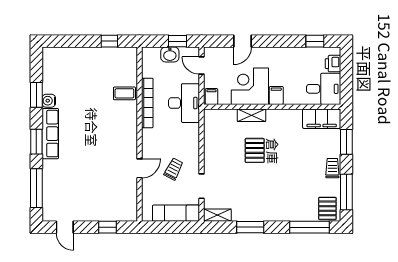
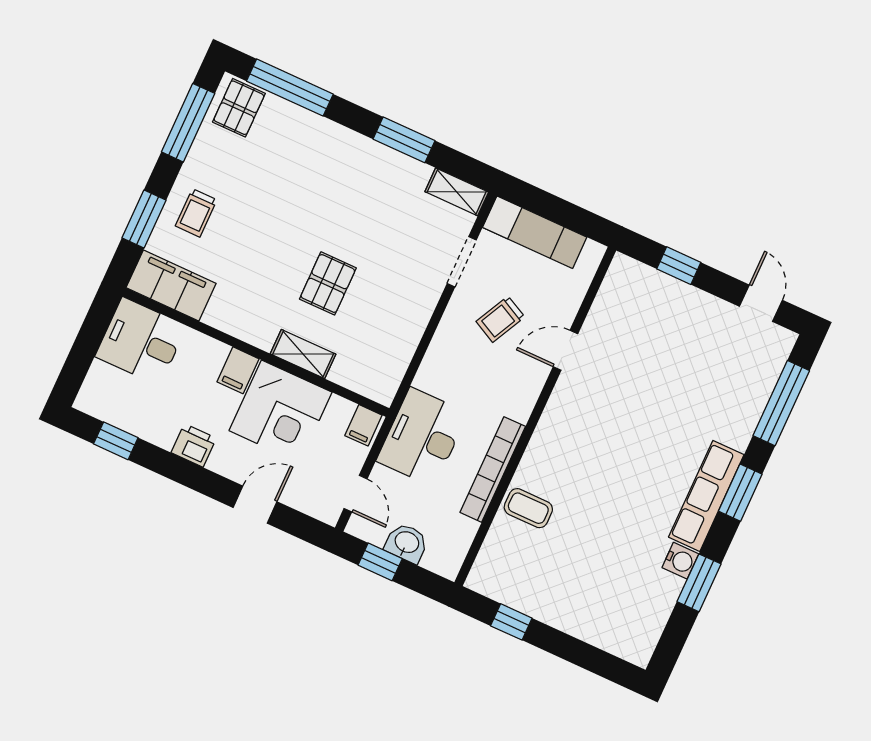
printer: (333, 64) -> (194, 445), moved, turned -90
trolley: (332, 168) -> (196, 213), moved

